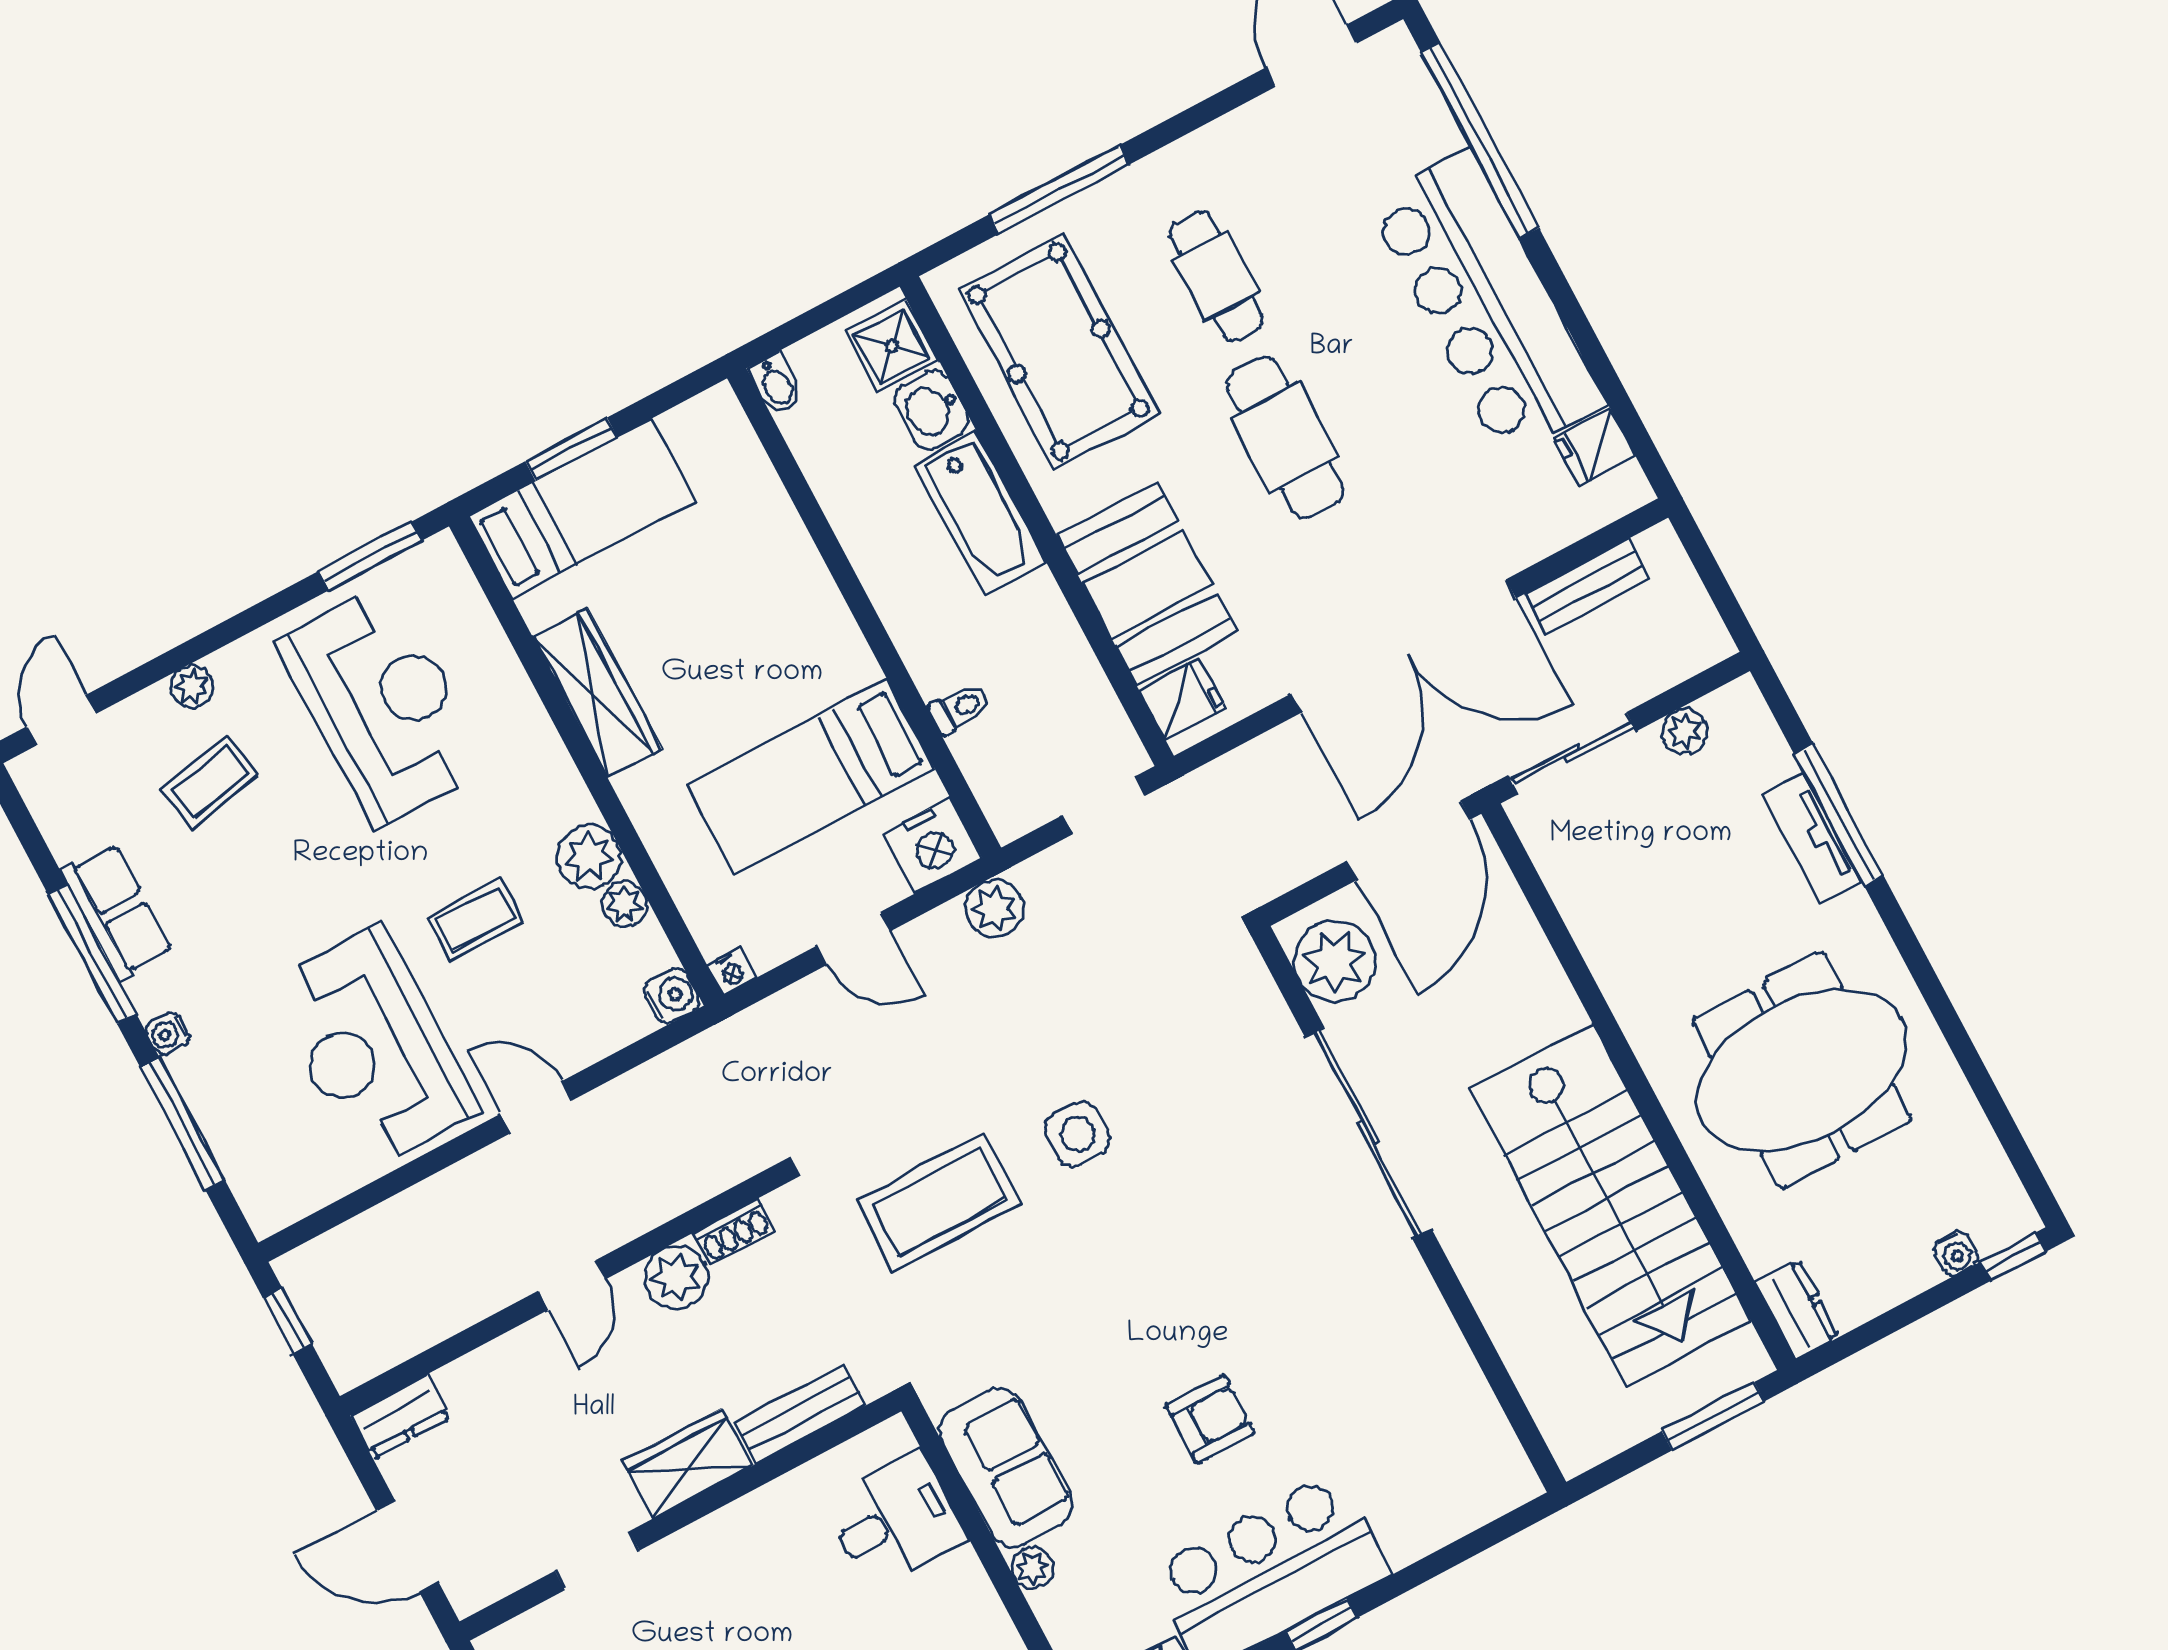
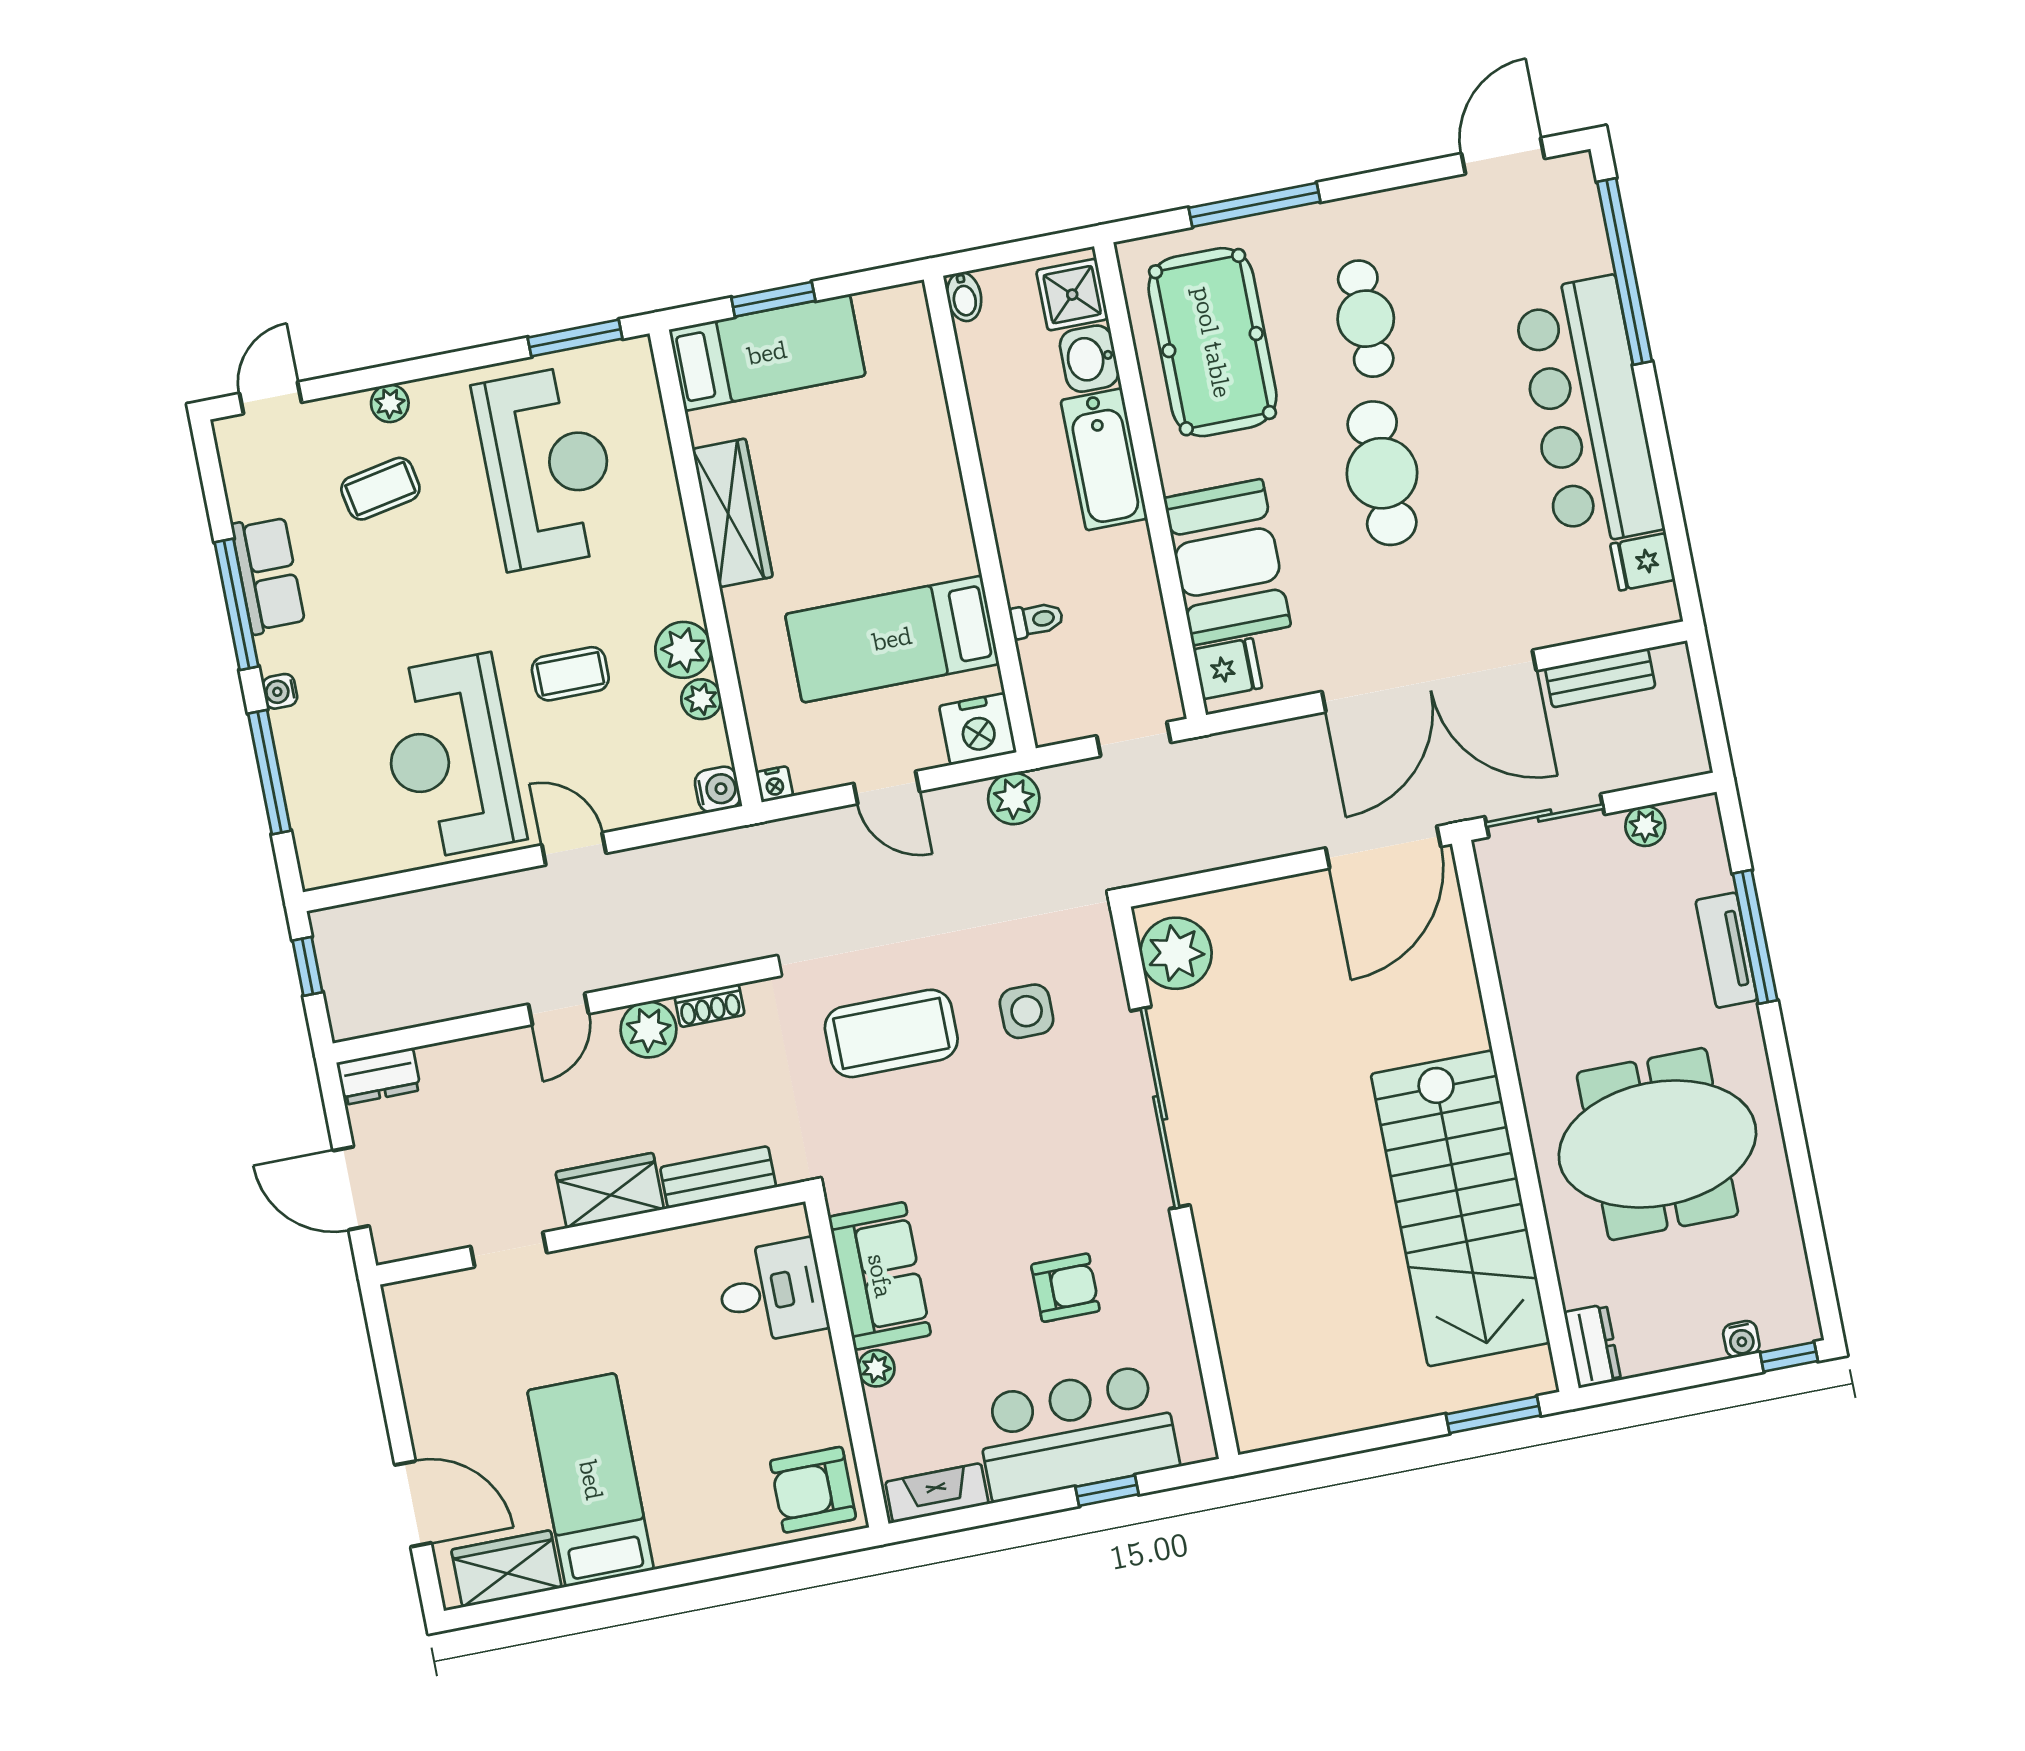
plant: (1335, 961) -> (1176, 953), moved
sliding door: (1368, 1133) -> (1160, 1108), moved
wall: (1409, 1209) -> (1175, 1183), moved

